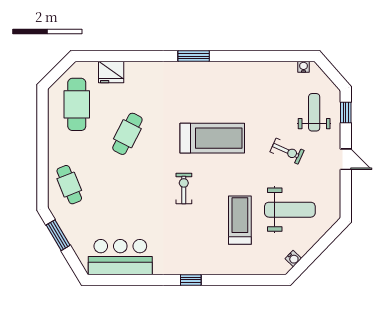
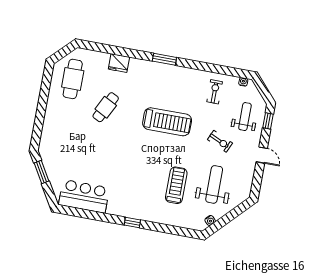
fridge: (111, 72) -> (119, 63), moved
cafe table: (69, 185) -> (56, 137), removed
exercise bike: (184, 188) -> (215, 92), moved
weight bench: (290, 210) -> (214, 184), turned -90

